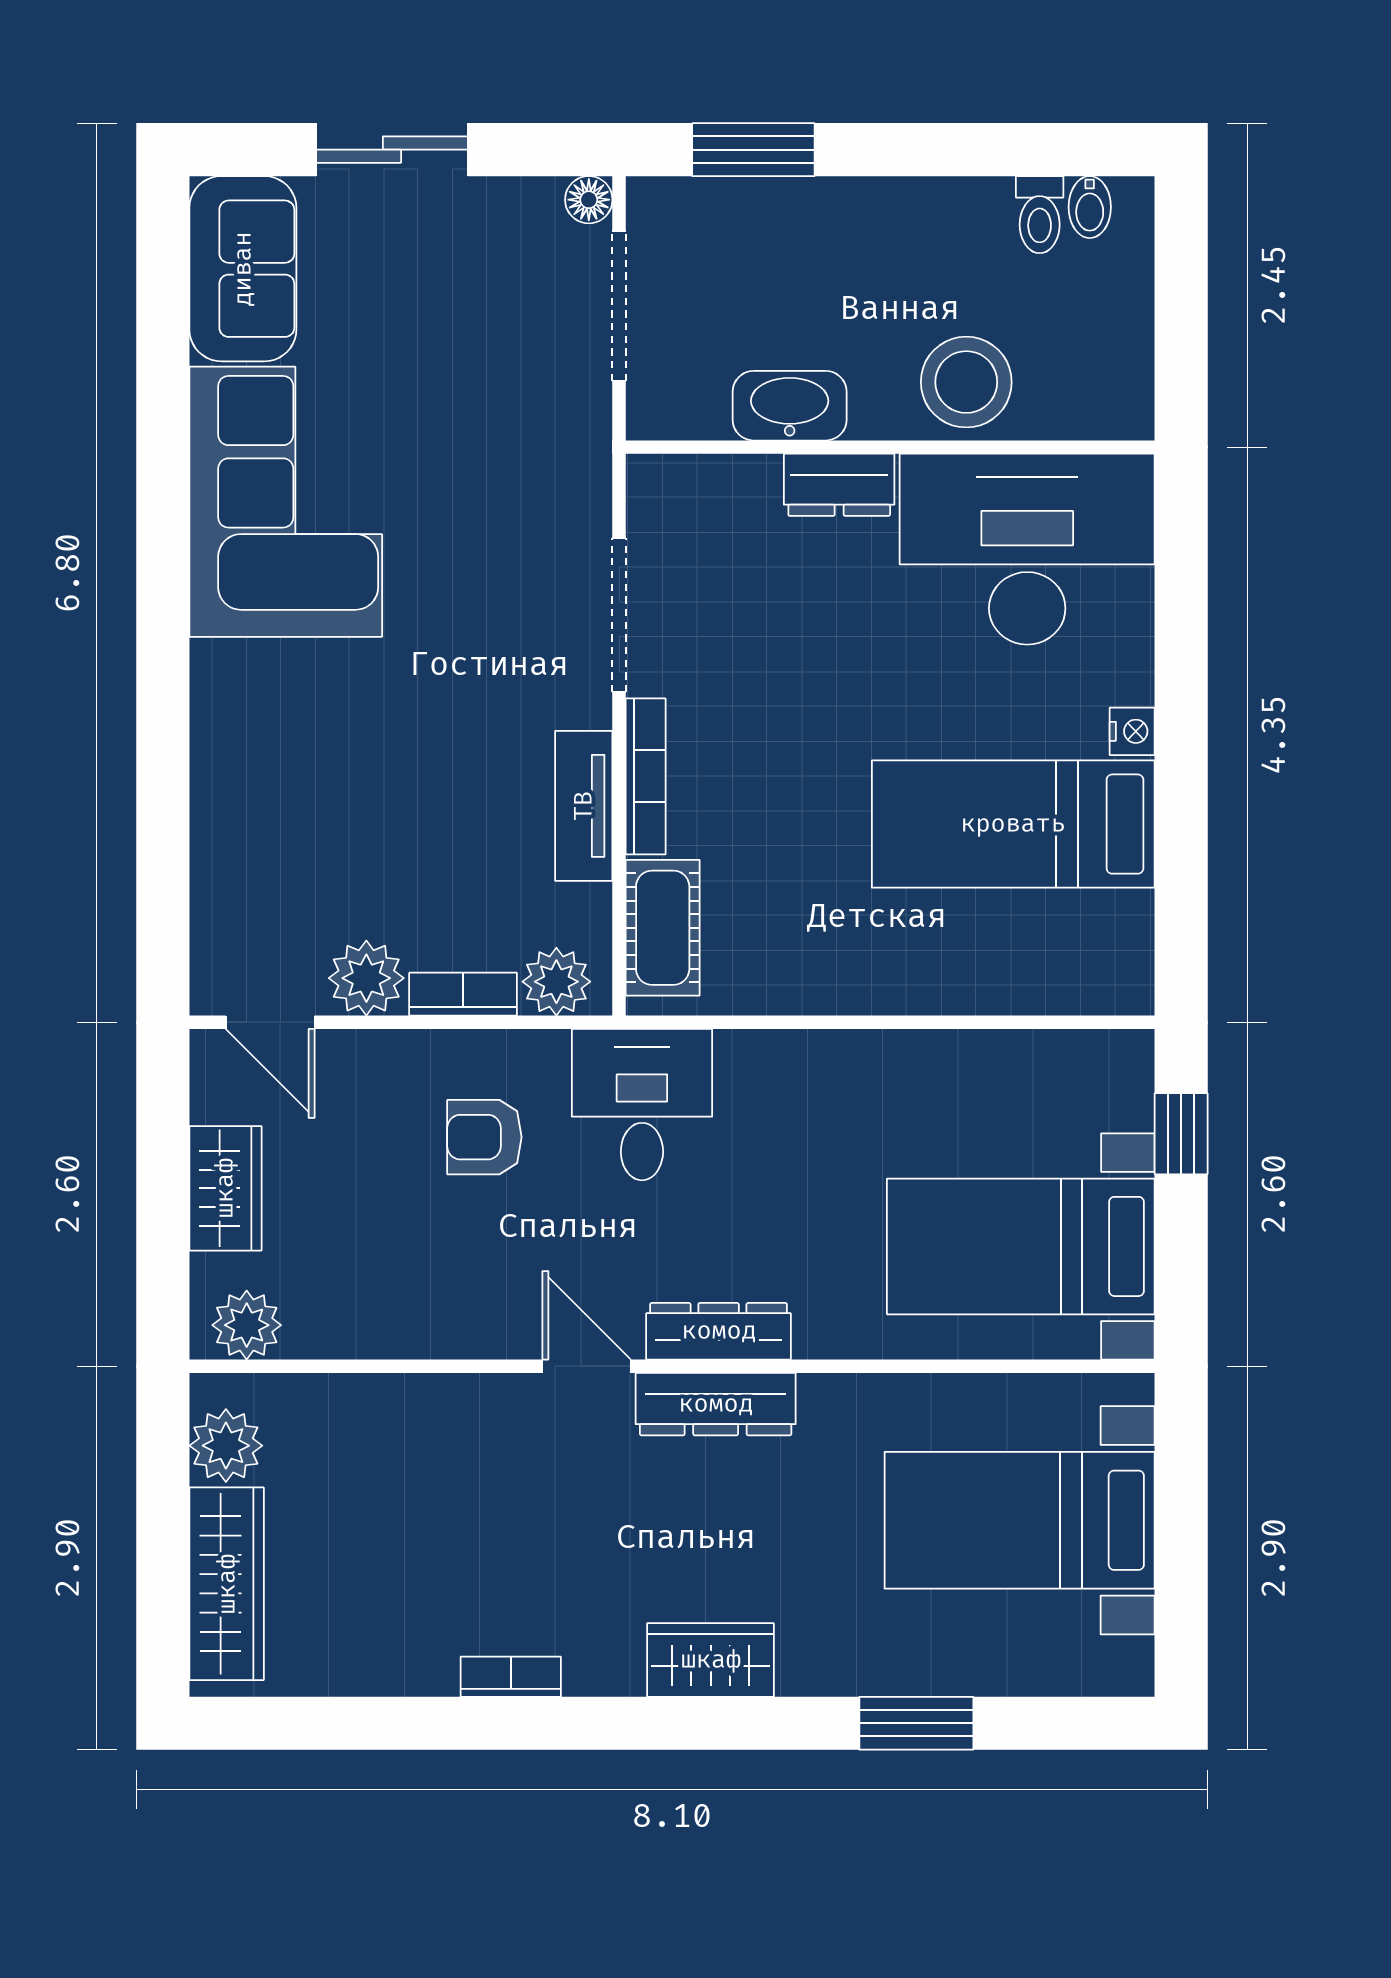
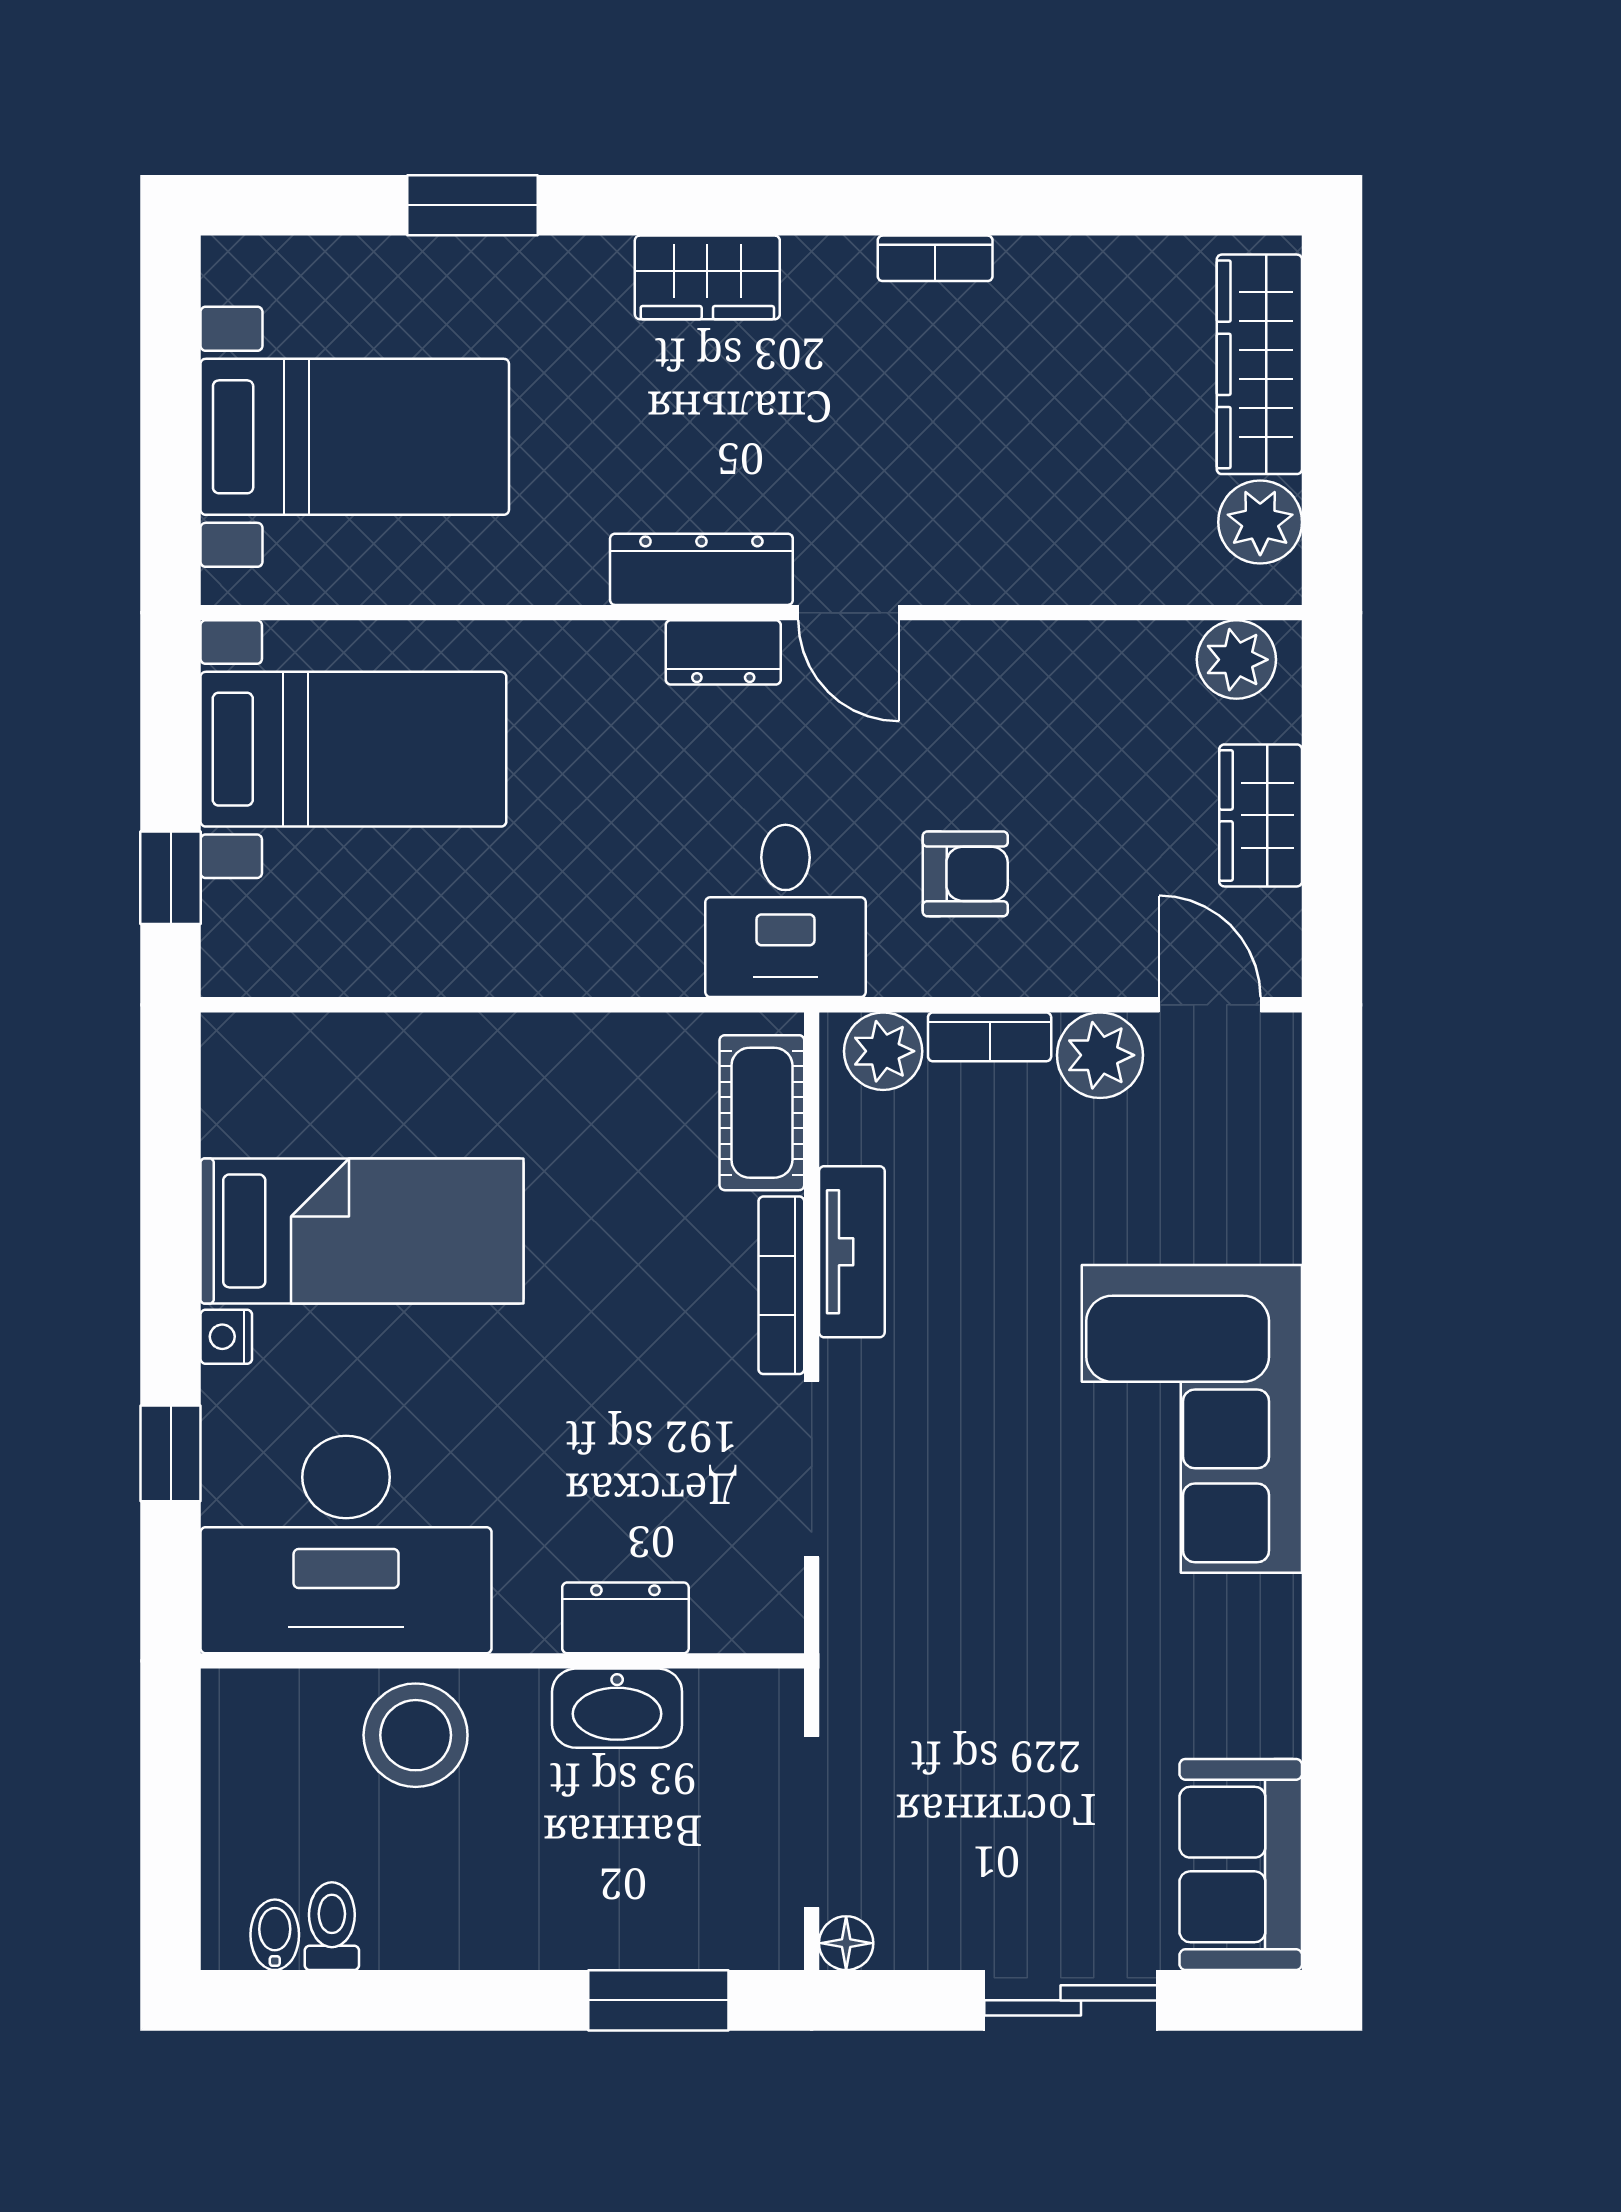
dresser: (839, 485) -> (625, 1618), moved
corner sofa: (286, 502) -> (1192, 1419), moved
window: (1181, 629) -> (171, 1453), added
dresser: (719, 1331) -> (723, 652), width x0.70

